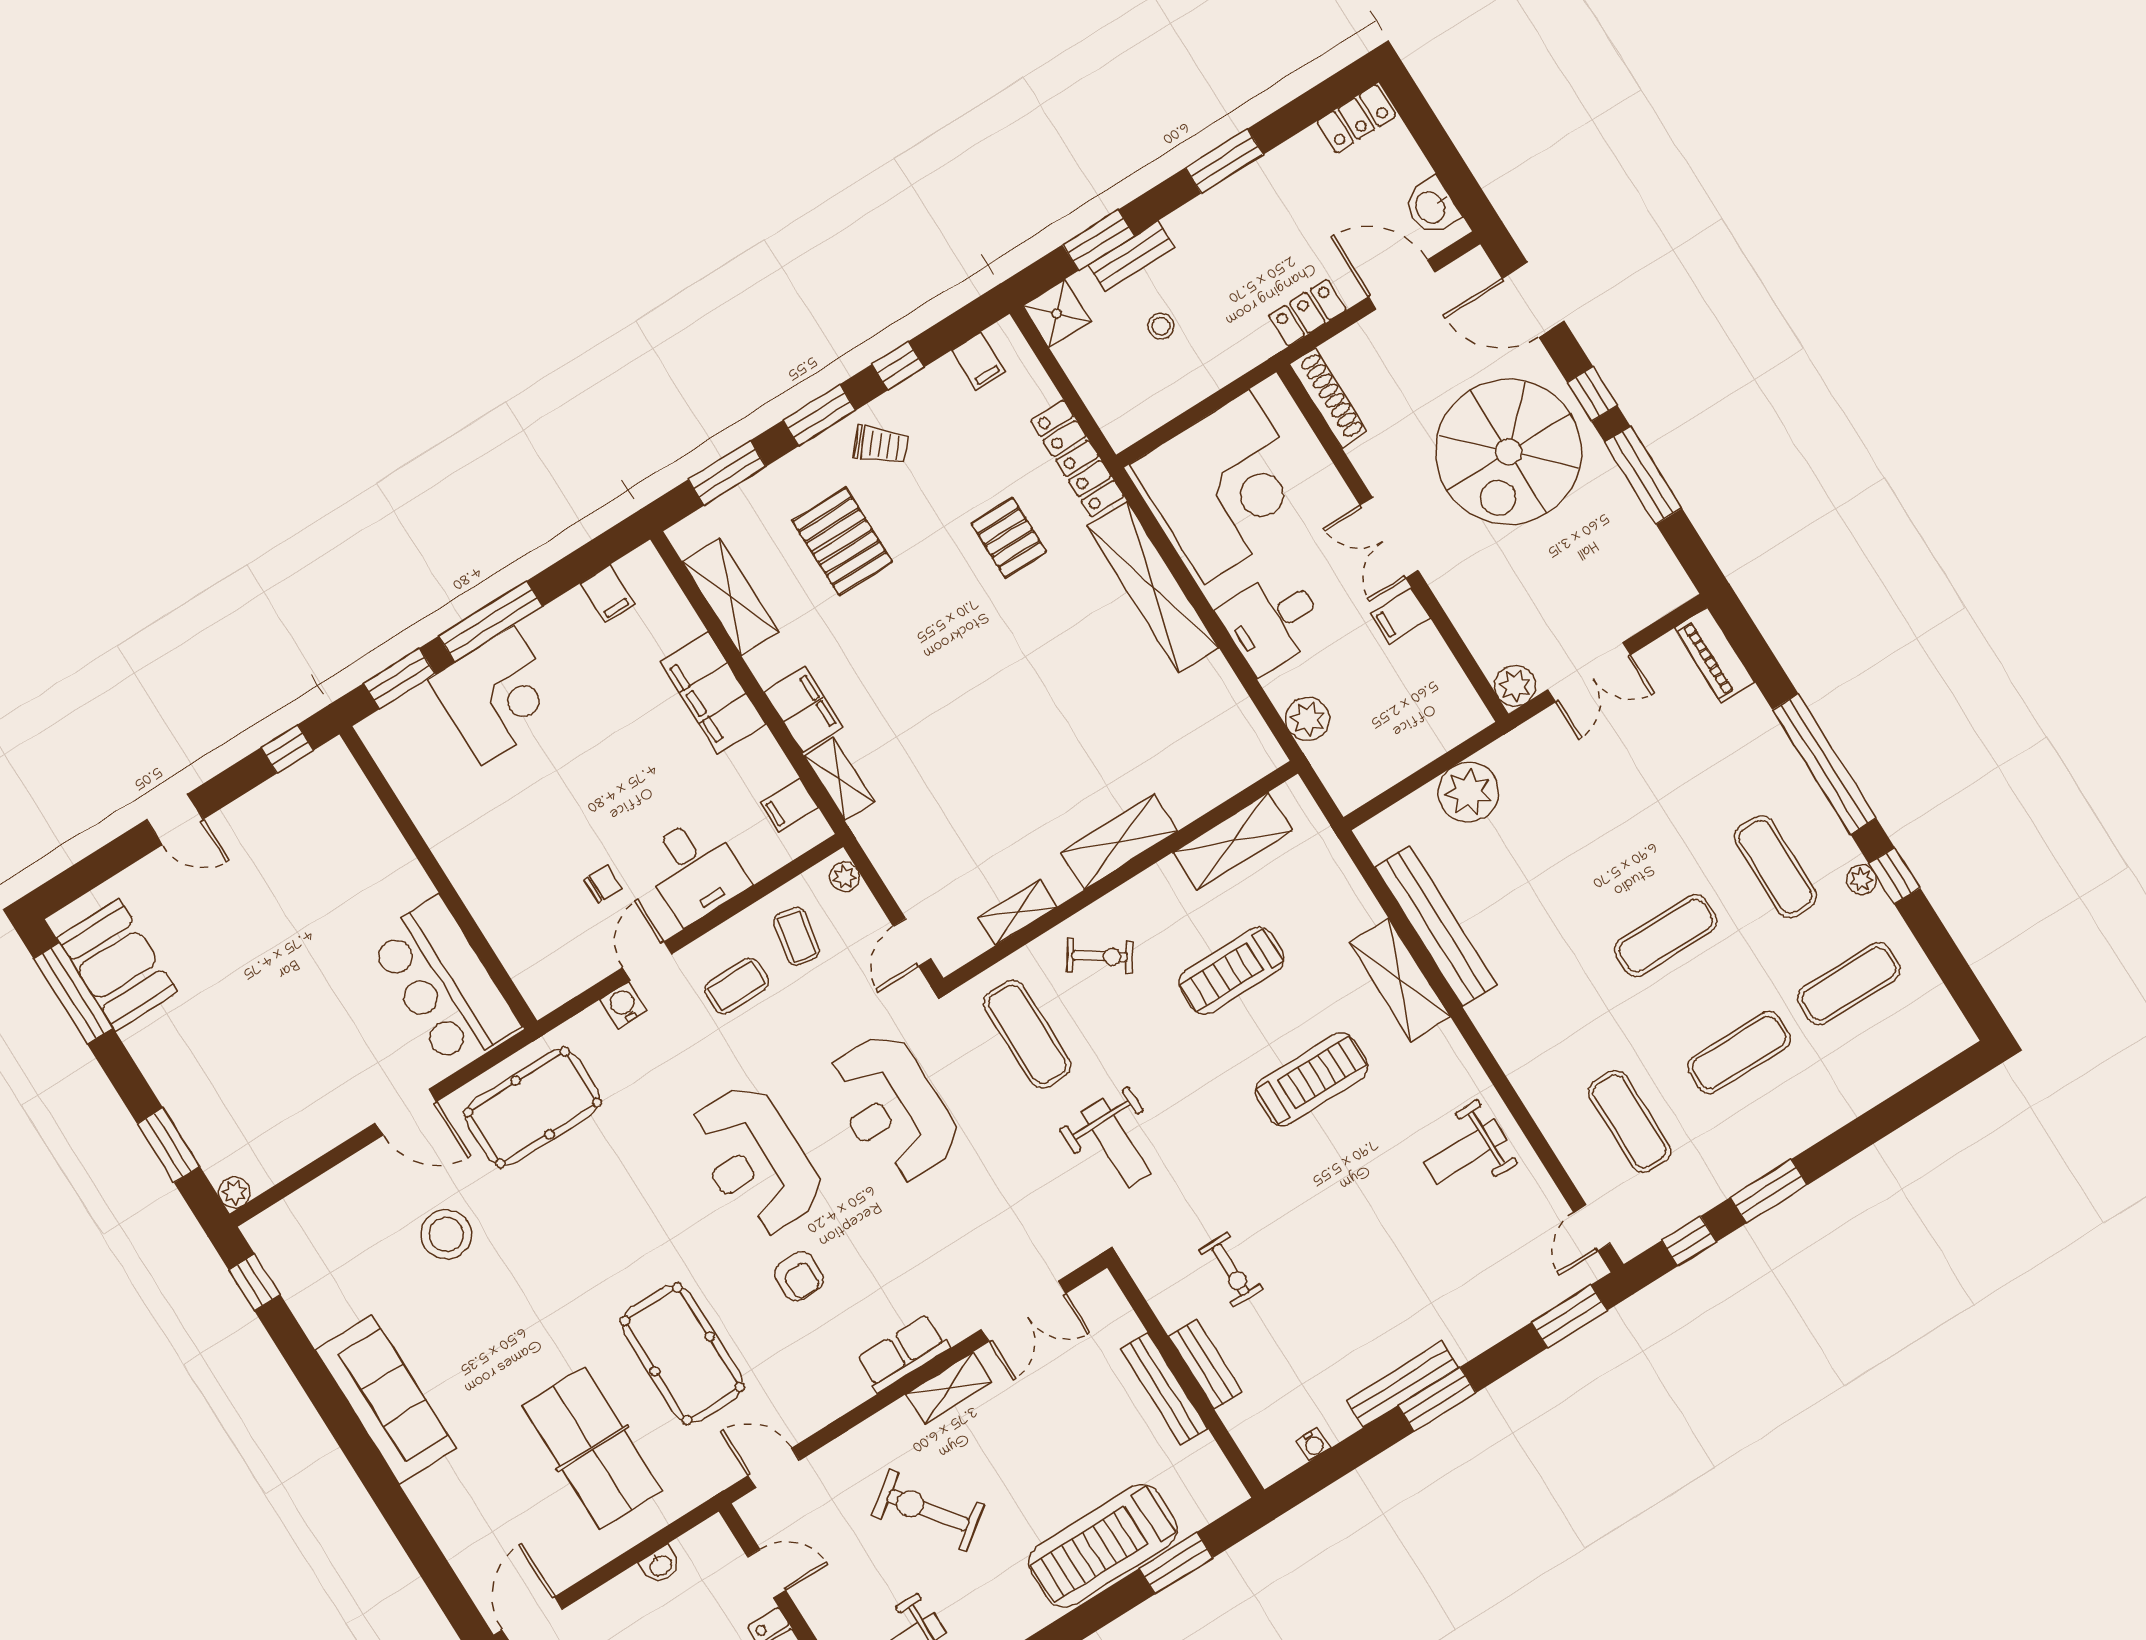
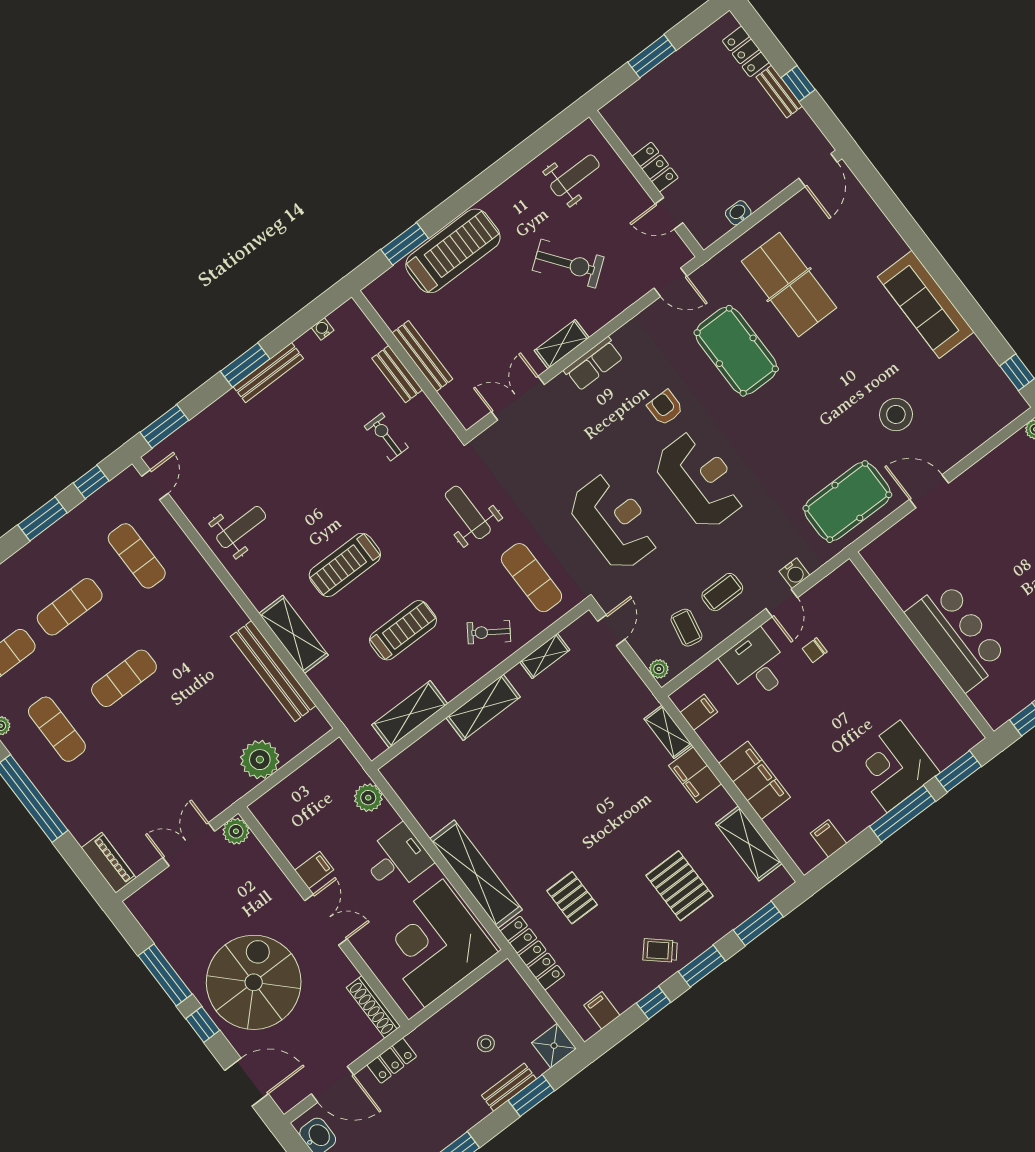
bar counter: (444, 983) -> (957, 636), moved

